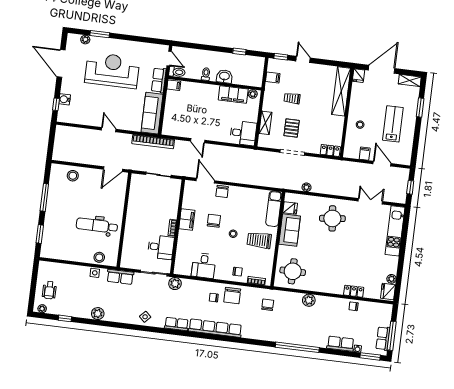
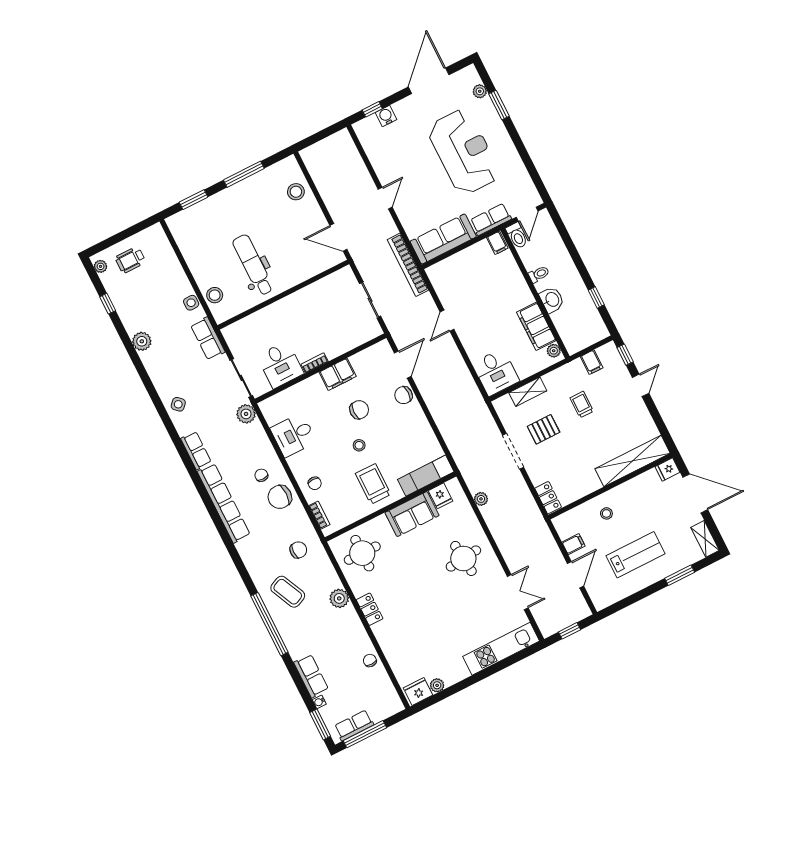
locker: (354, 291) -> (370, 609), moved
coffee table: (286, 326) -> (288, 592), added

